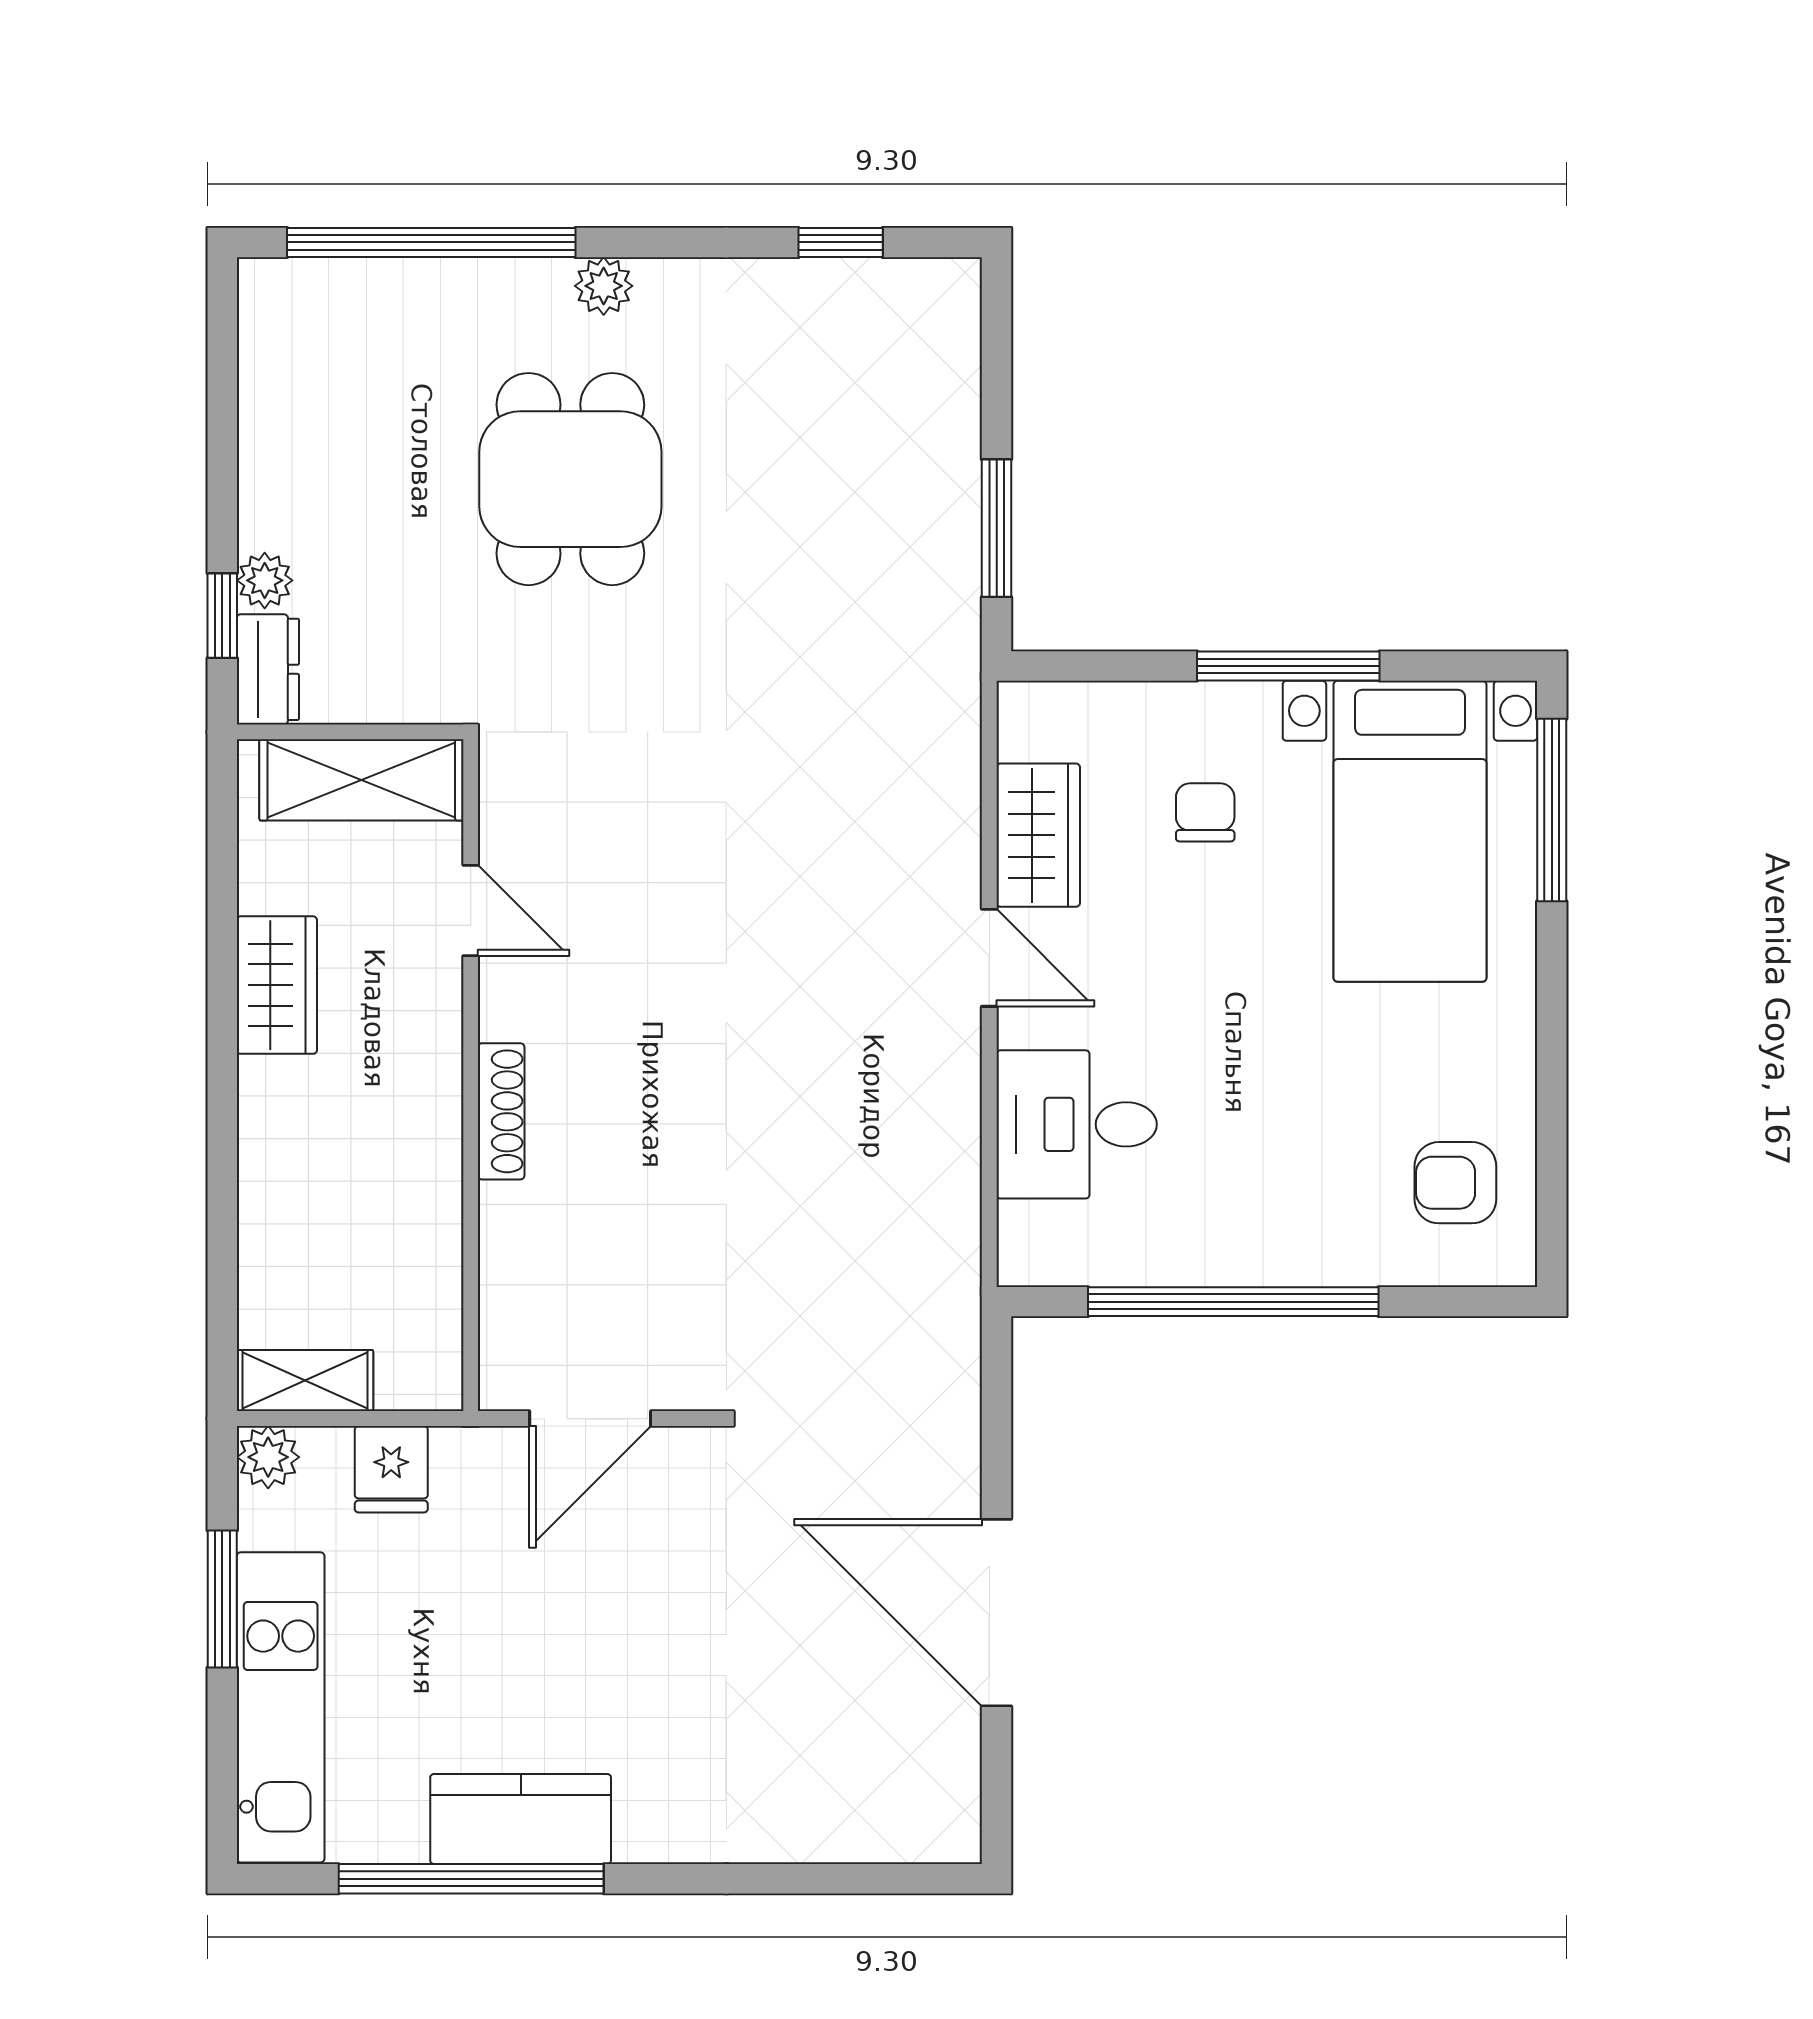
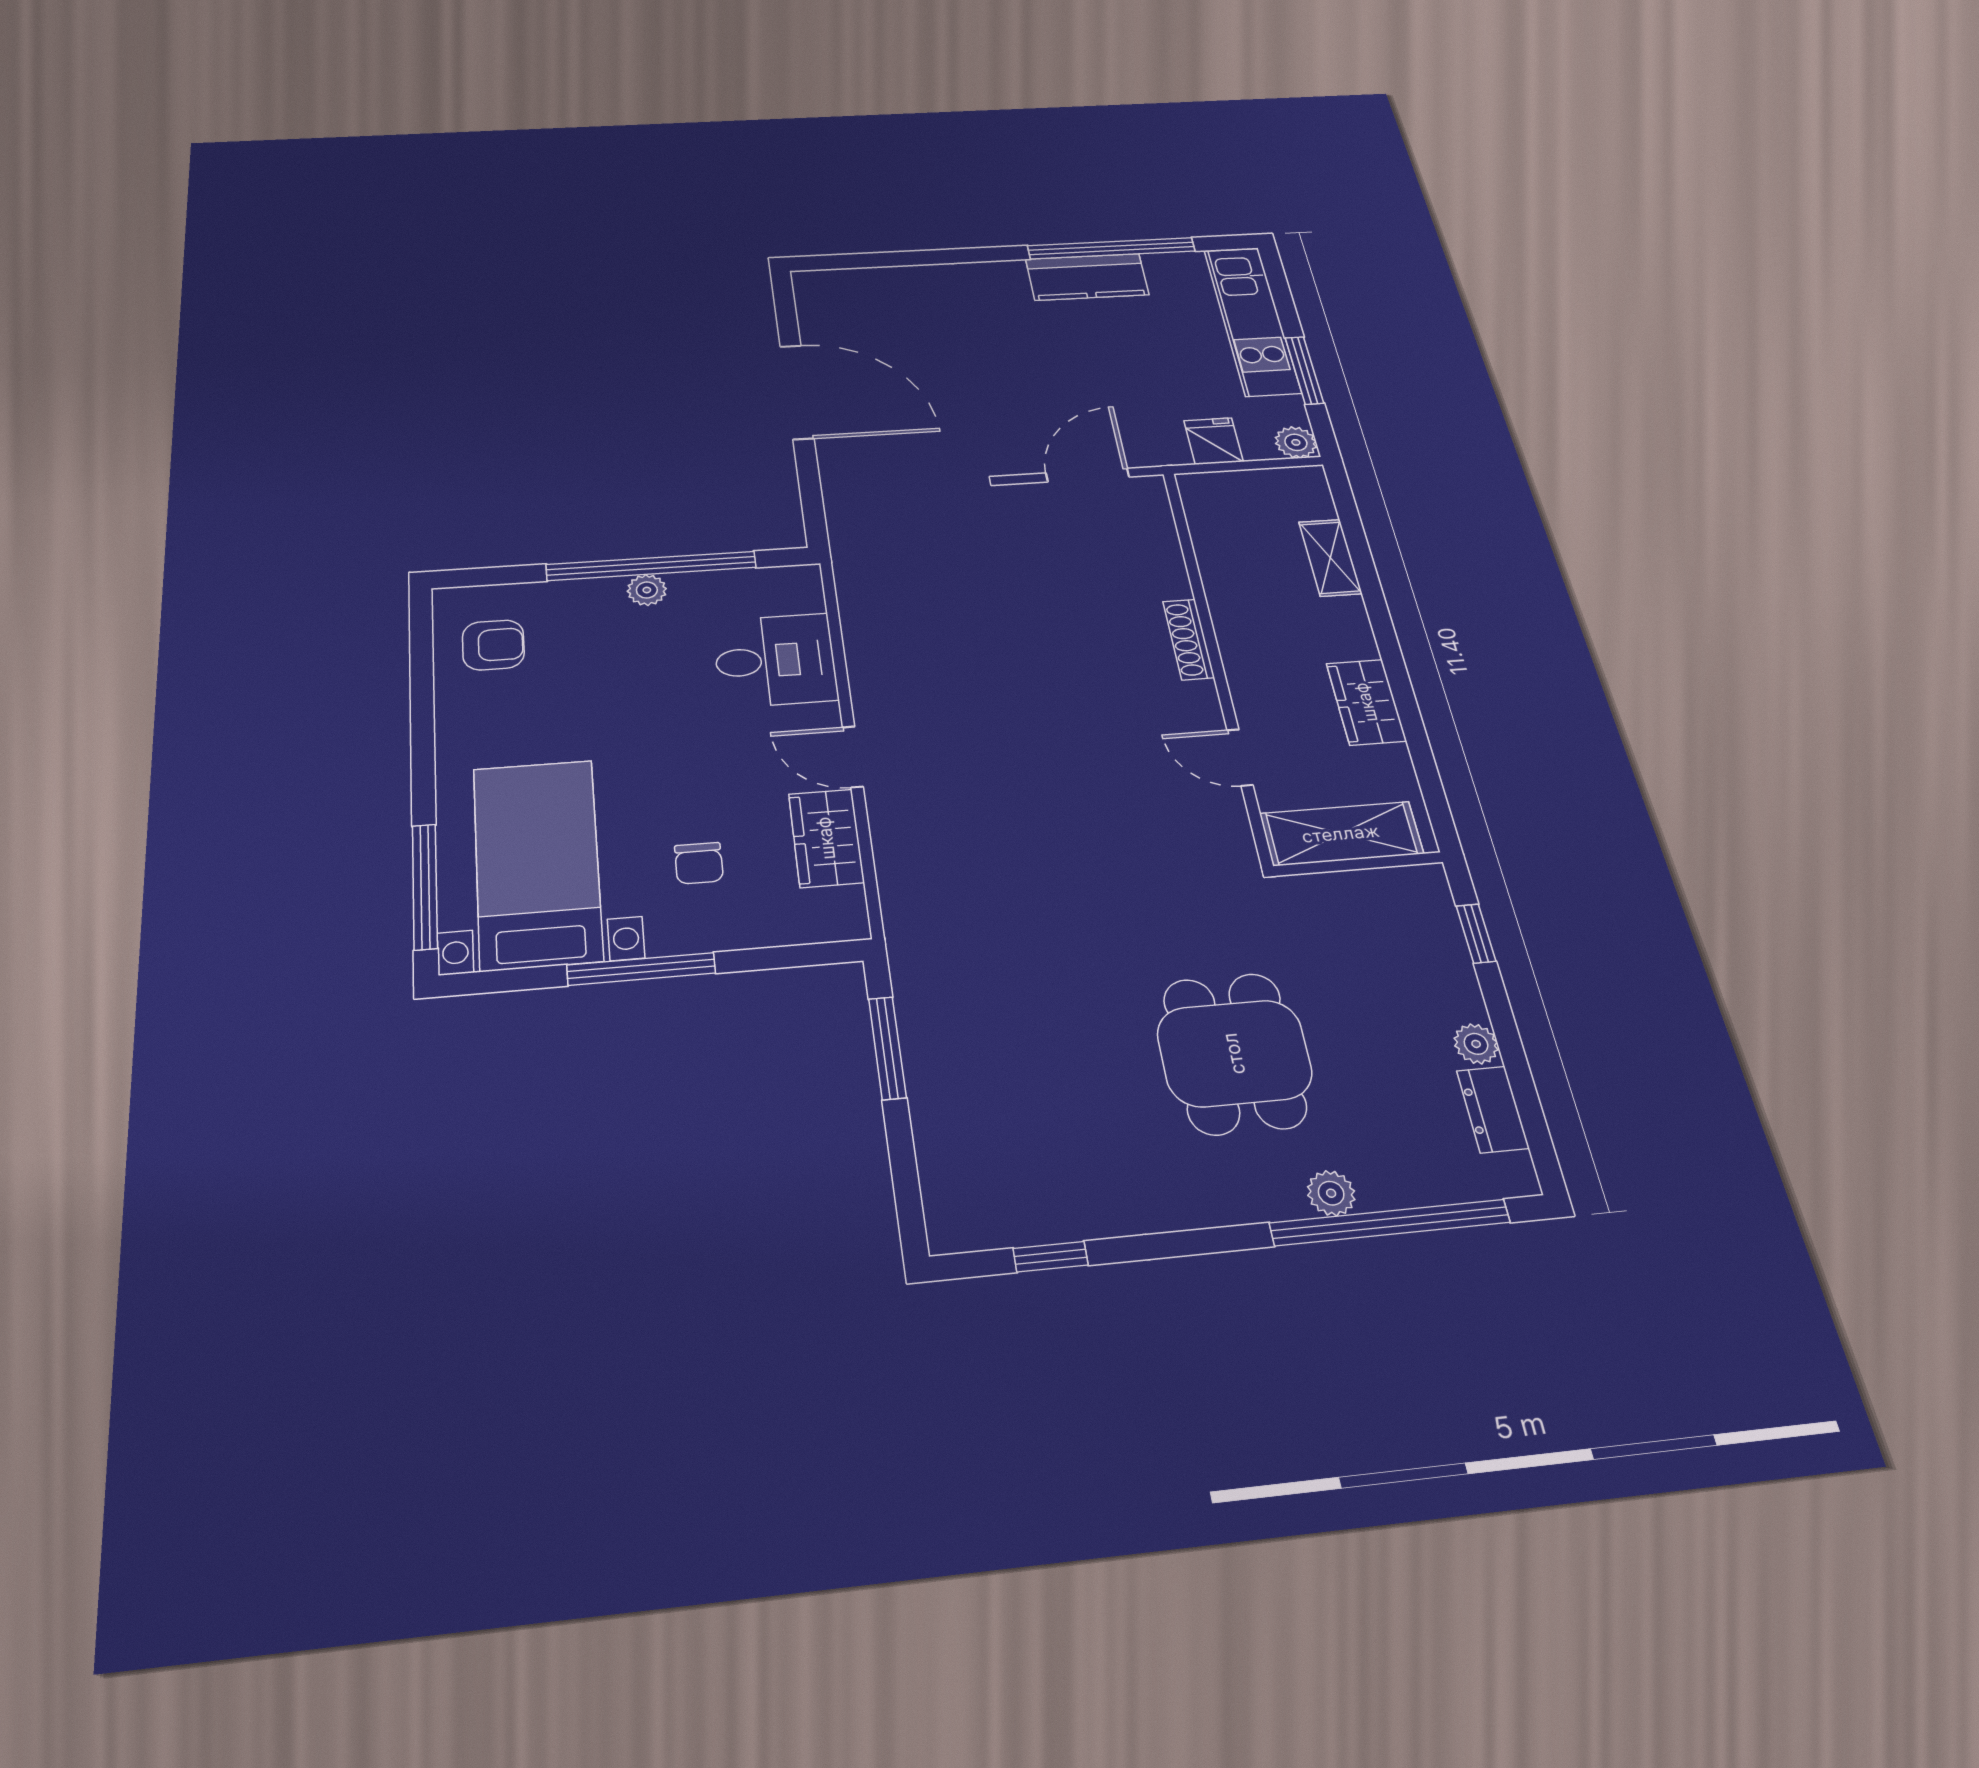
plant: (604, 286) -> (1331, 1193), moved
plant: (265, 580) -> (1476, 1044), moved
dresser: (268, 669) -> (1493, 1109), moved
plant: (1242, 1260) -> (647, 590), added
shelving: (305, 1381) -> (1330, 558), moved, turned 90

